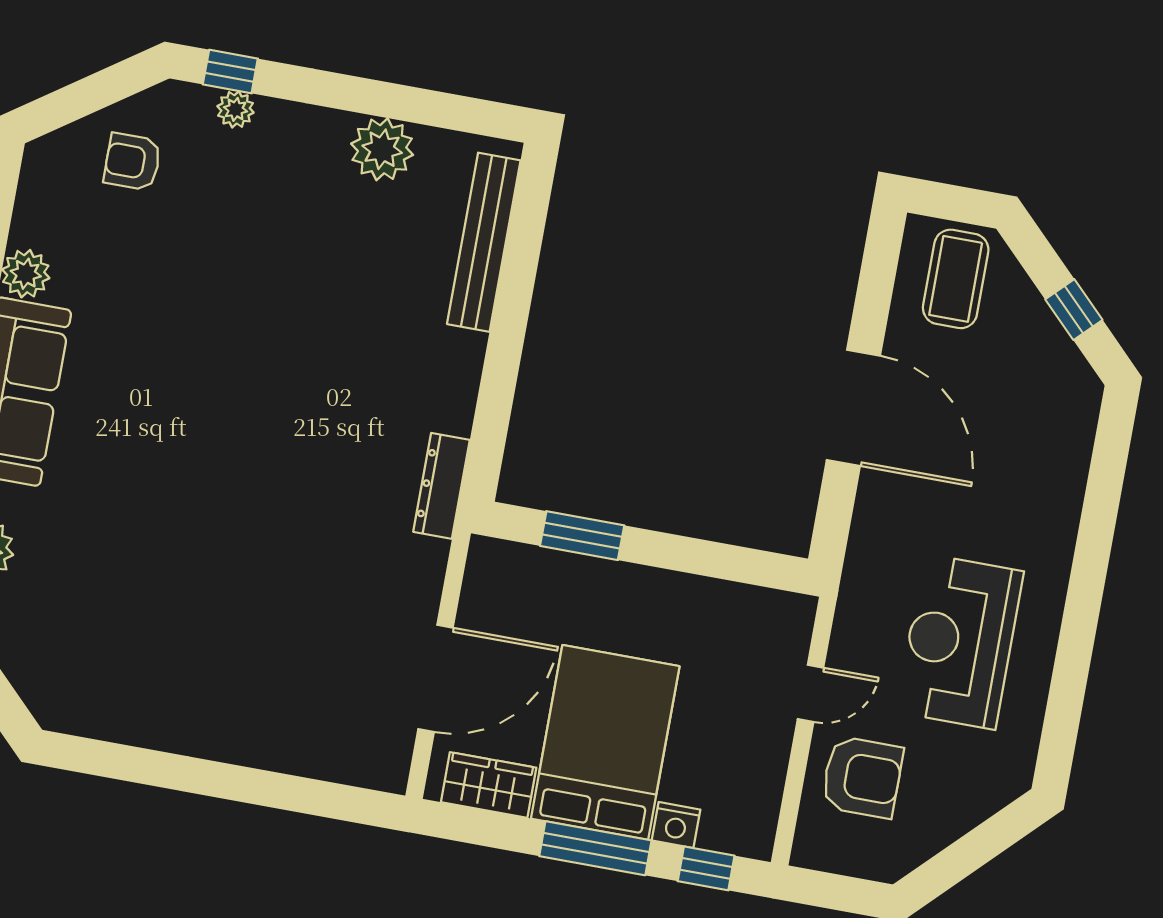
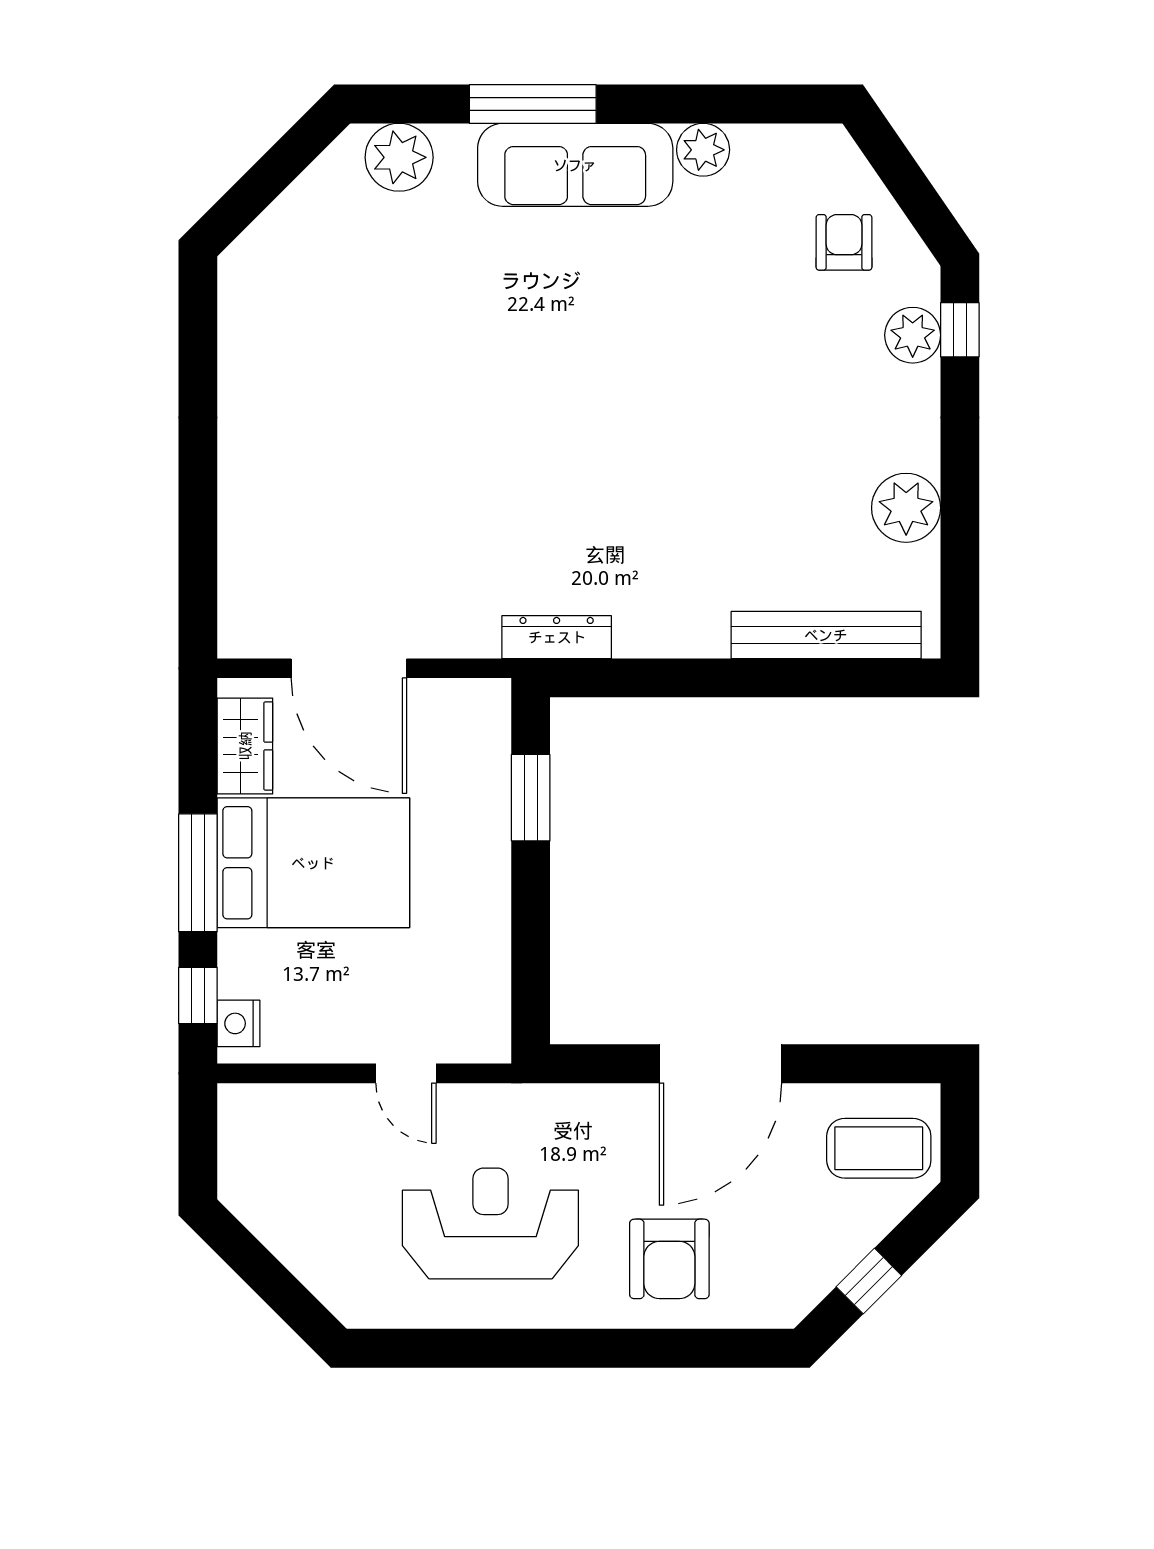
plant: (236, 109) -> (913, 335), width x1.38, depth x1.38
armchair: (862, 777) -> (669, 1259), moved
nightstand: (676, 825) -> (239, 1023), moved

